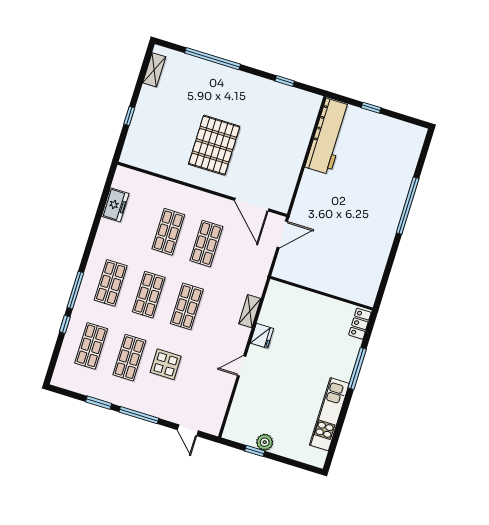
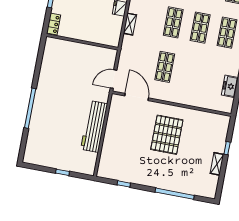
shelving: (154, 70) -> (217, 164), moved
workbench: (328, 136) -> (94, 126), moved
shop shelf: (168, 232) -> (192, 72), removed

